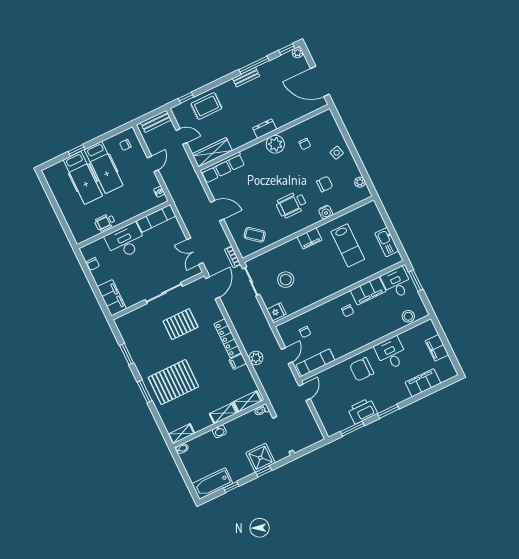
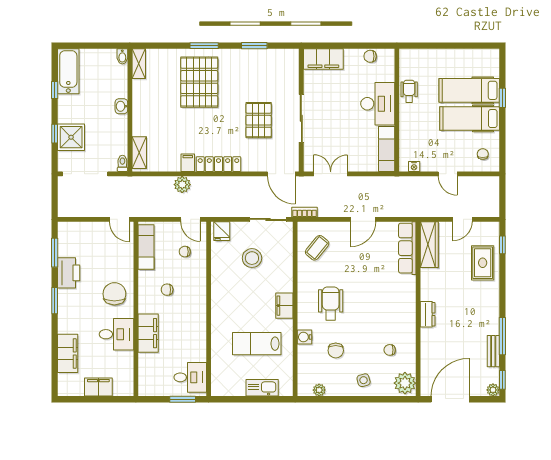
bench: (246, 77) -> (493, 351), moved
bench: (156, 121) -> (493, 200), removed
plant: (275, 144) -> (405, 383), moved
kitchen sink: (387, 242) -> (262, 388), moved
filing cabinet: (368, 291) -> (148, 333), moved, turned 180
chair: (348, 311) -> (167, 290), moved
stool: (408, 316) -> (148, 372), removed
door: (287, 356) -> (190, 219), moved
shelving: (223, 413) -> (139, 120), removed

